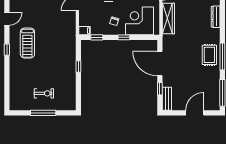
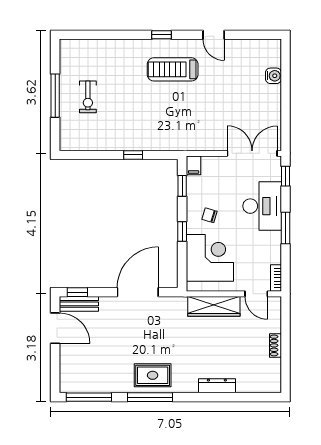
window: (160, 89) -> (77, 292), moved
door: (195, 113) -> (55, 328), moved

